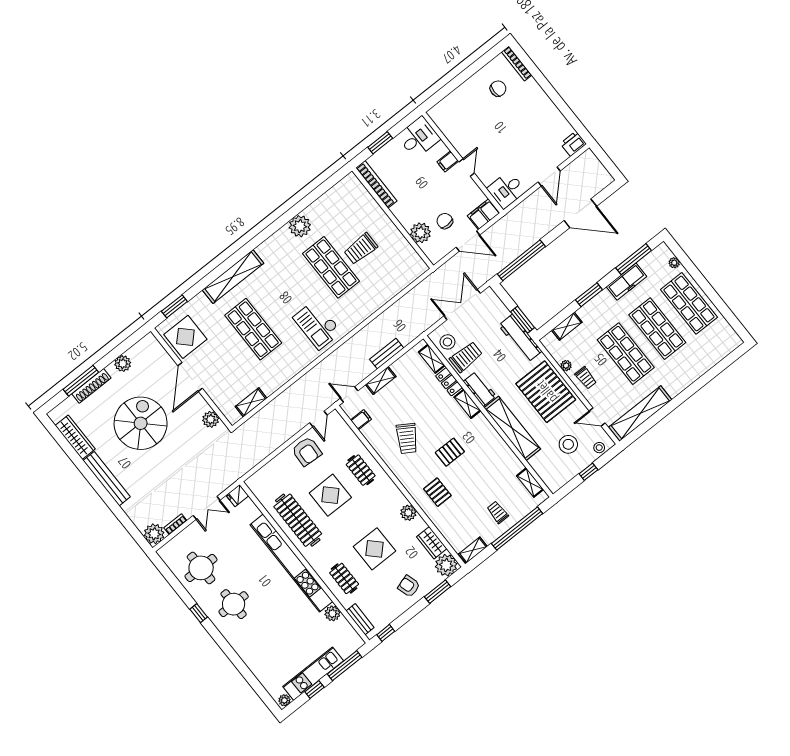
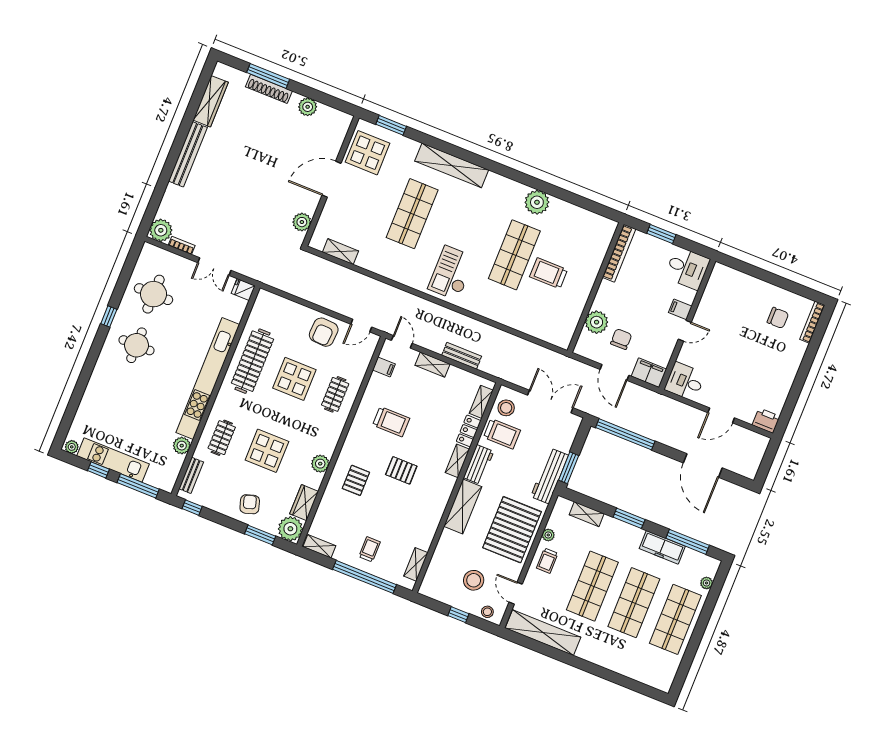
spiral stairs: (141, 423) -> (260, 157), removed
shelving: (512, 428) -> (463, 507), width x0.68
trolley: (407, 438) -> (391, 422), turned -122

